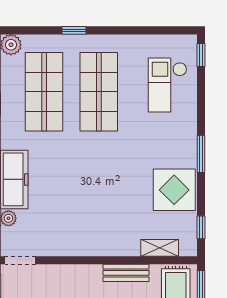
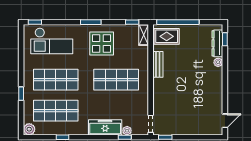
checkout: (168, 85) -> (52, 41), width x1.36, depth x1.21
display table: (174, 190) -> (102, 44), moved
shop shelf: (99, 199) -> (116, 80), added
shelving: (160, 248) -> (144, 35), moved

